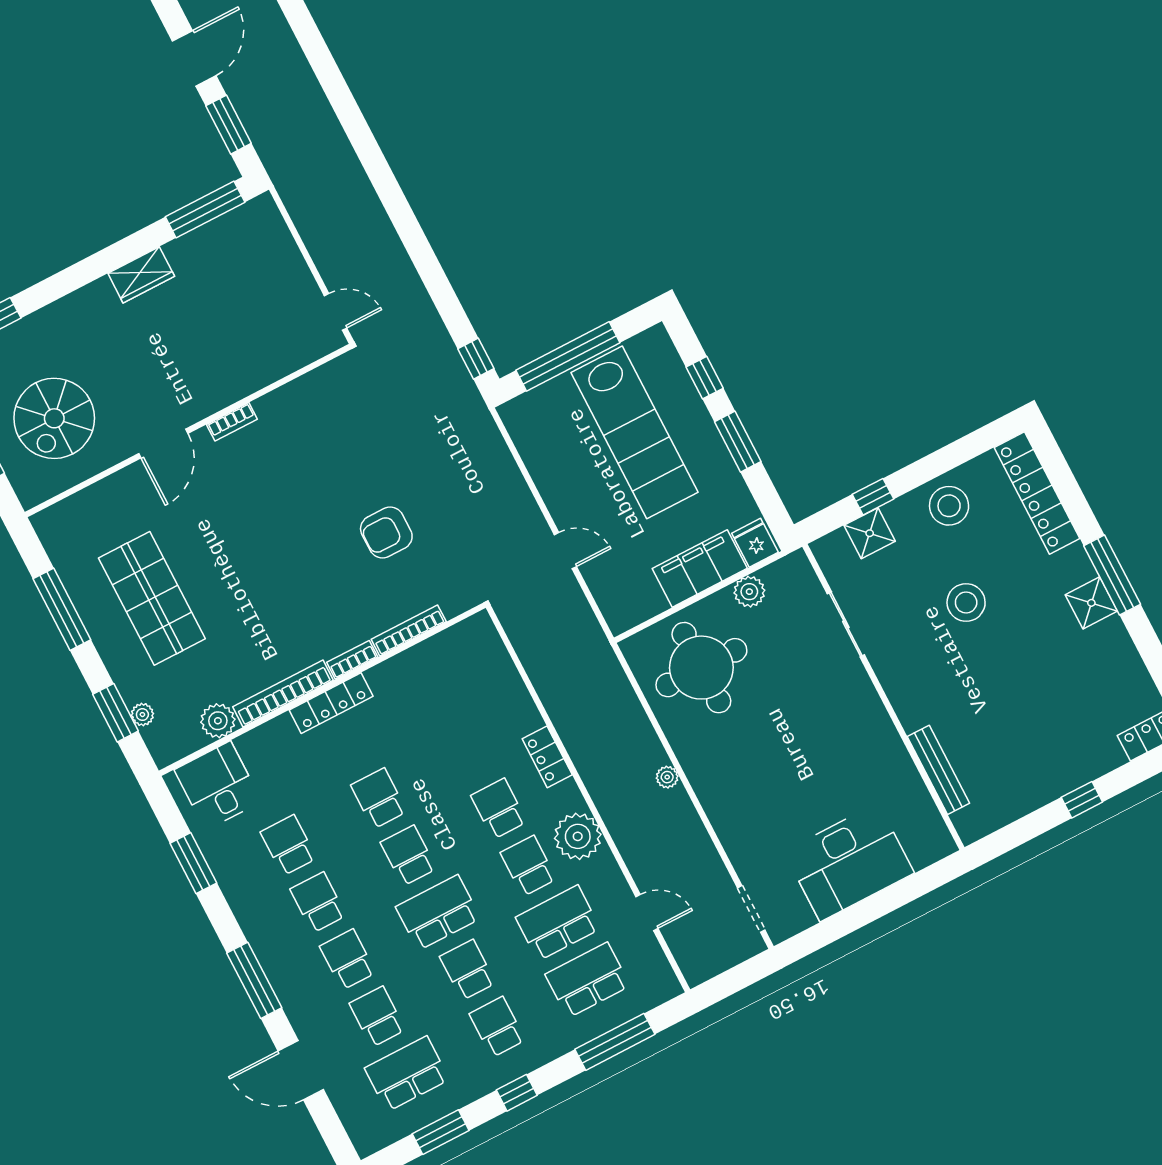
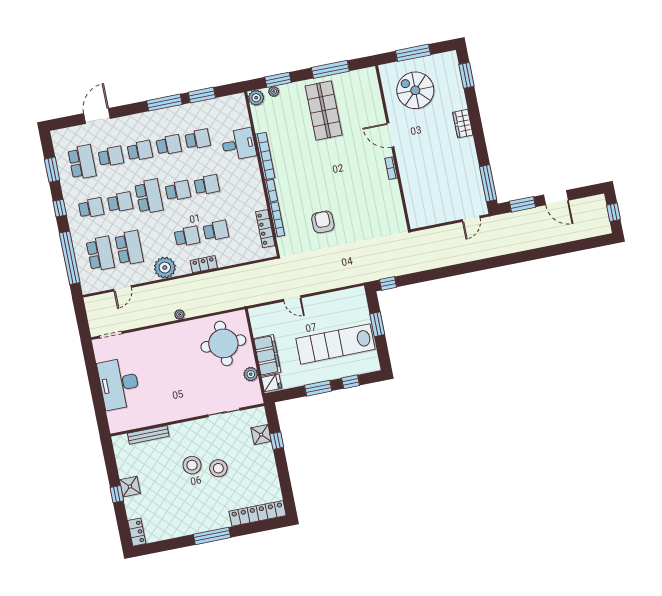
wardrobe: (141, 275) -> (463, 124), moved
door: (336, 312) -> (471, 219), moved
window: (568, 356) -> (377, 324), width x0.47
stool: (949, 506) -> (192, 465), moved
door: (565, 551) -> (292, 298), hinge flipped
shop shelf: (152, 598) -> (324, 110), turned 90
shower: (1091, 603) -> (130, 487), moved
locker: (331, 703) -> (265, 229), moved
plant: (218, 721) -> (256, 98), moved
desk: (218, 785) -> (239, 144), moved
school desk: (528, 866) -> (216, 231), moved
window: (254, 980) -> (164, 103), moved
window: (615, 1042) -> (70, 258), width x1.46

